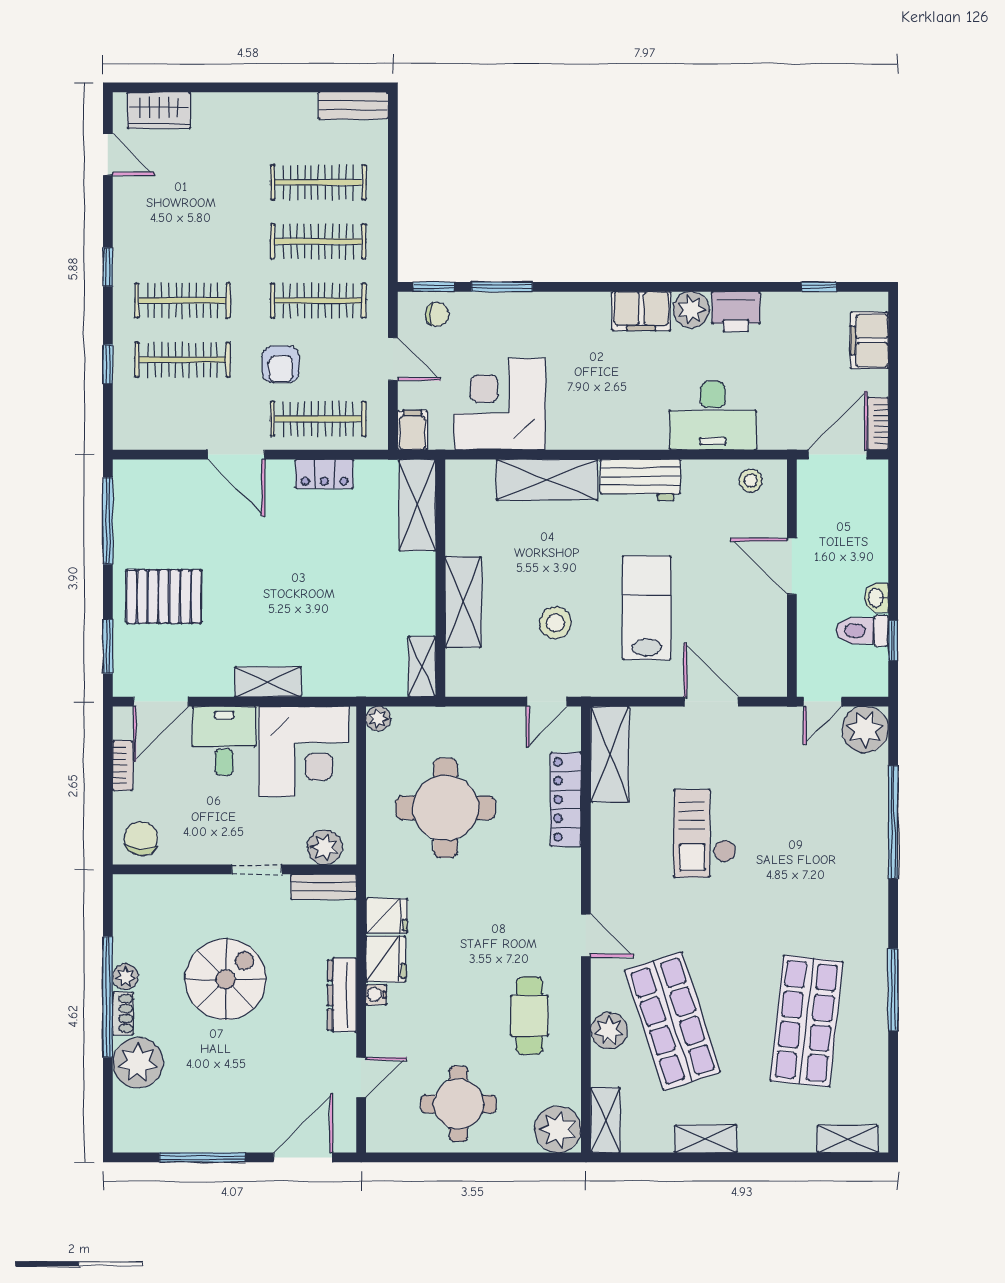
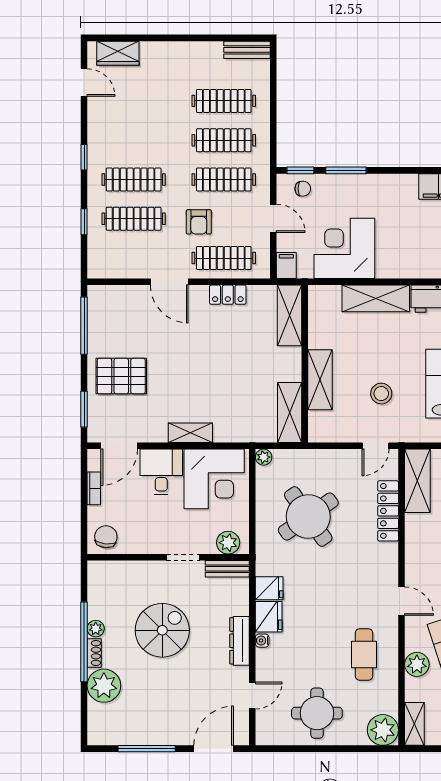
shelving: (422, 667) -> (290, 413), width x1.50, depth x1.33
round table: (446, 808) -> (308, 516), turned -35

